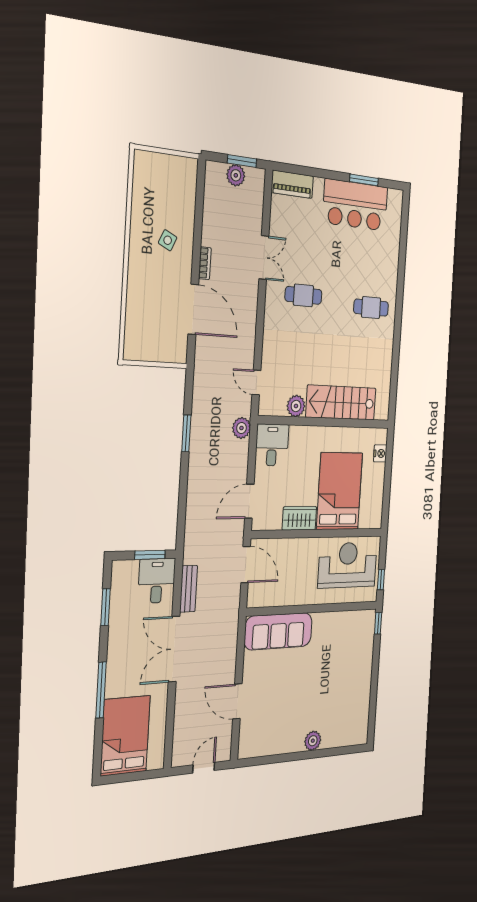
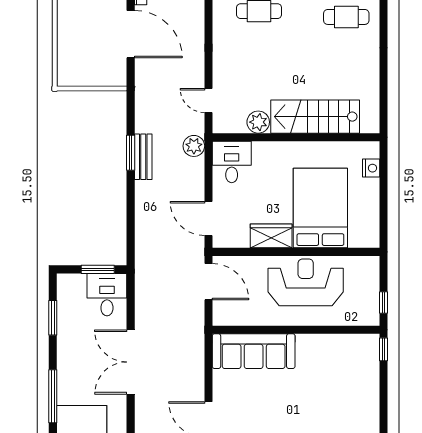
door: (249, 501) -> (208, 218), hinge flipped
reception desk: (348, 565) -> (306, 282), moved
bench: (189, 589) -> (143, 157), moved

